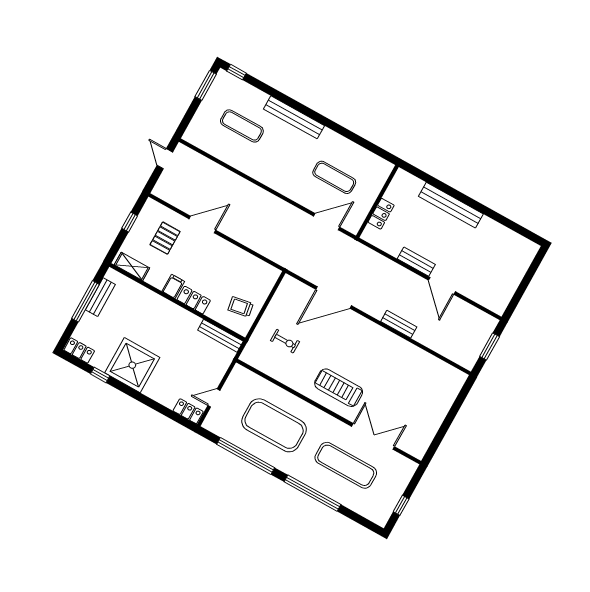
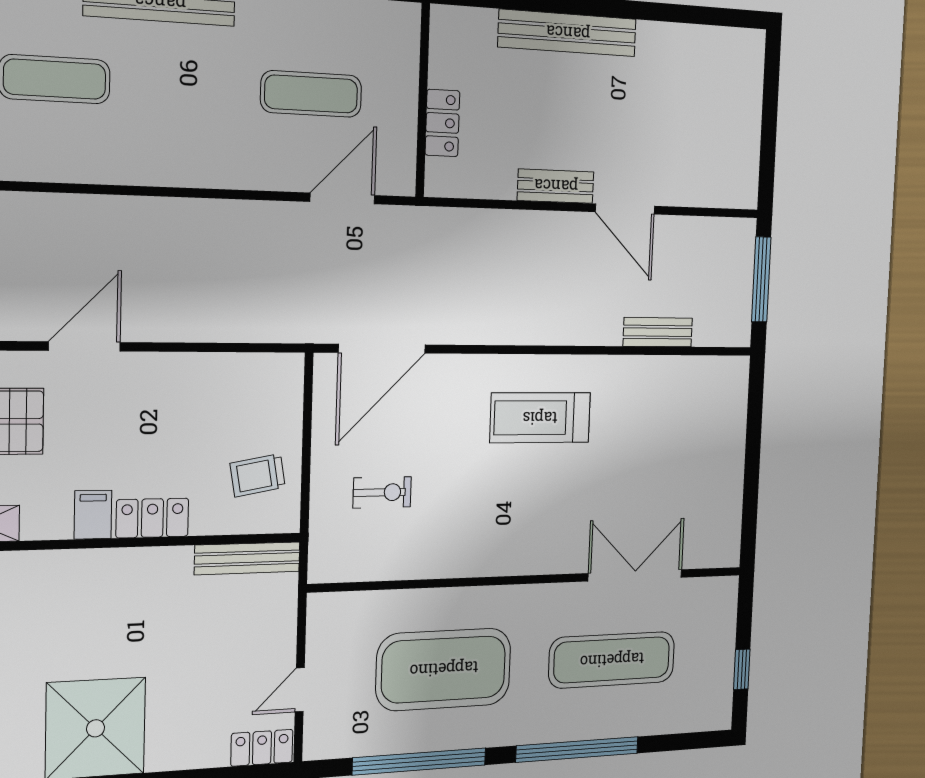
door: (334, 298) -> (382, 349), moved
bench: (399, 324) -> (658, 332), moved
window: (490, 346) -> (761, 279), width x1.44
treadmill: (339, 388) -> (540, 418), moved

